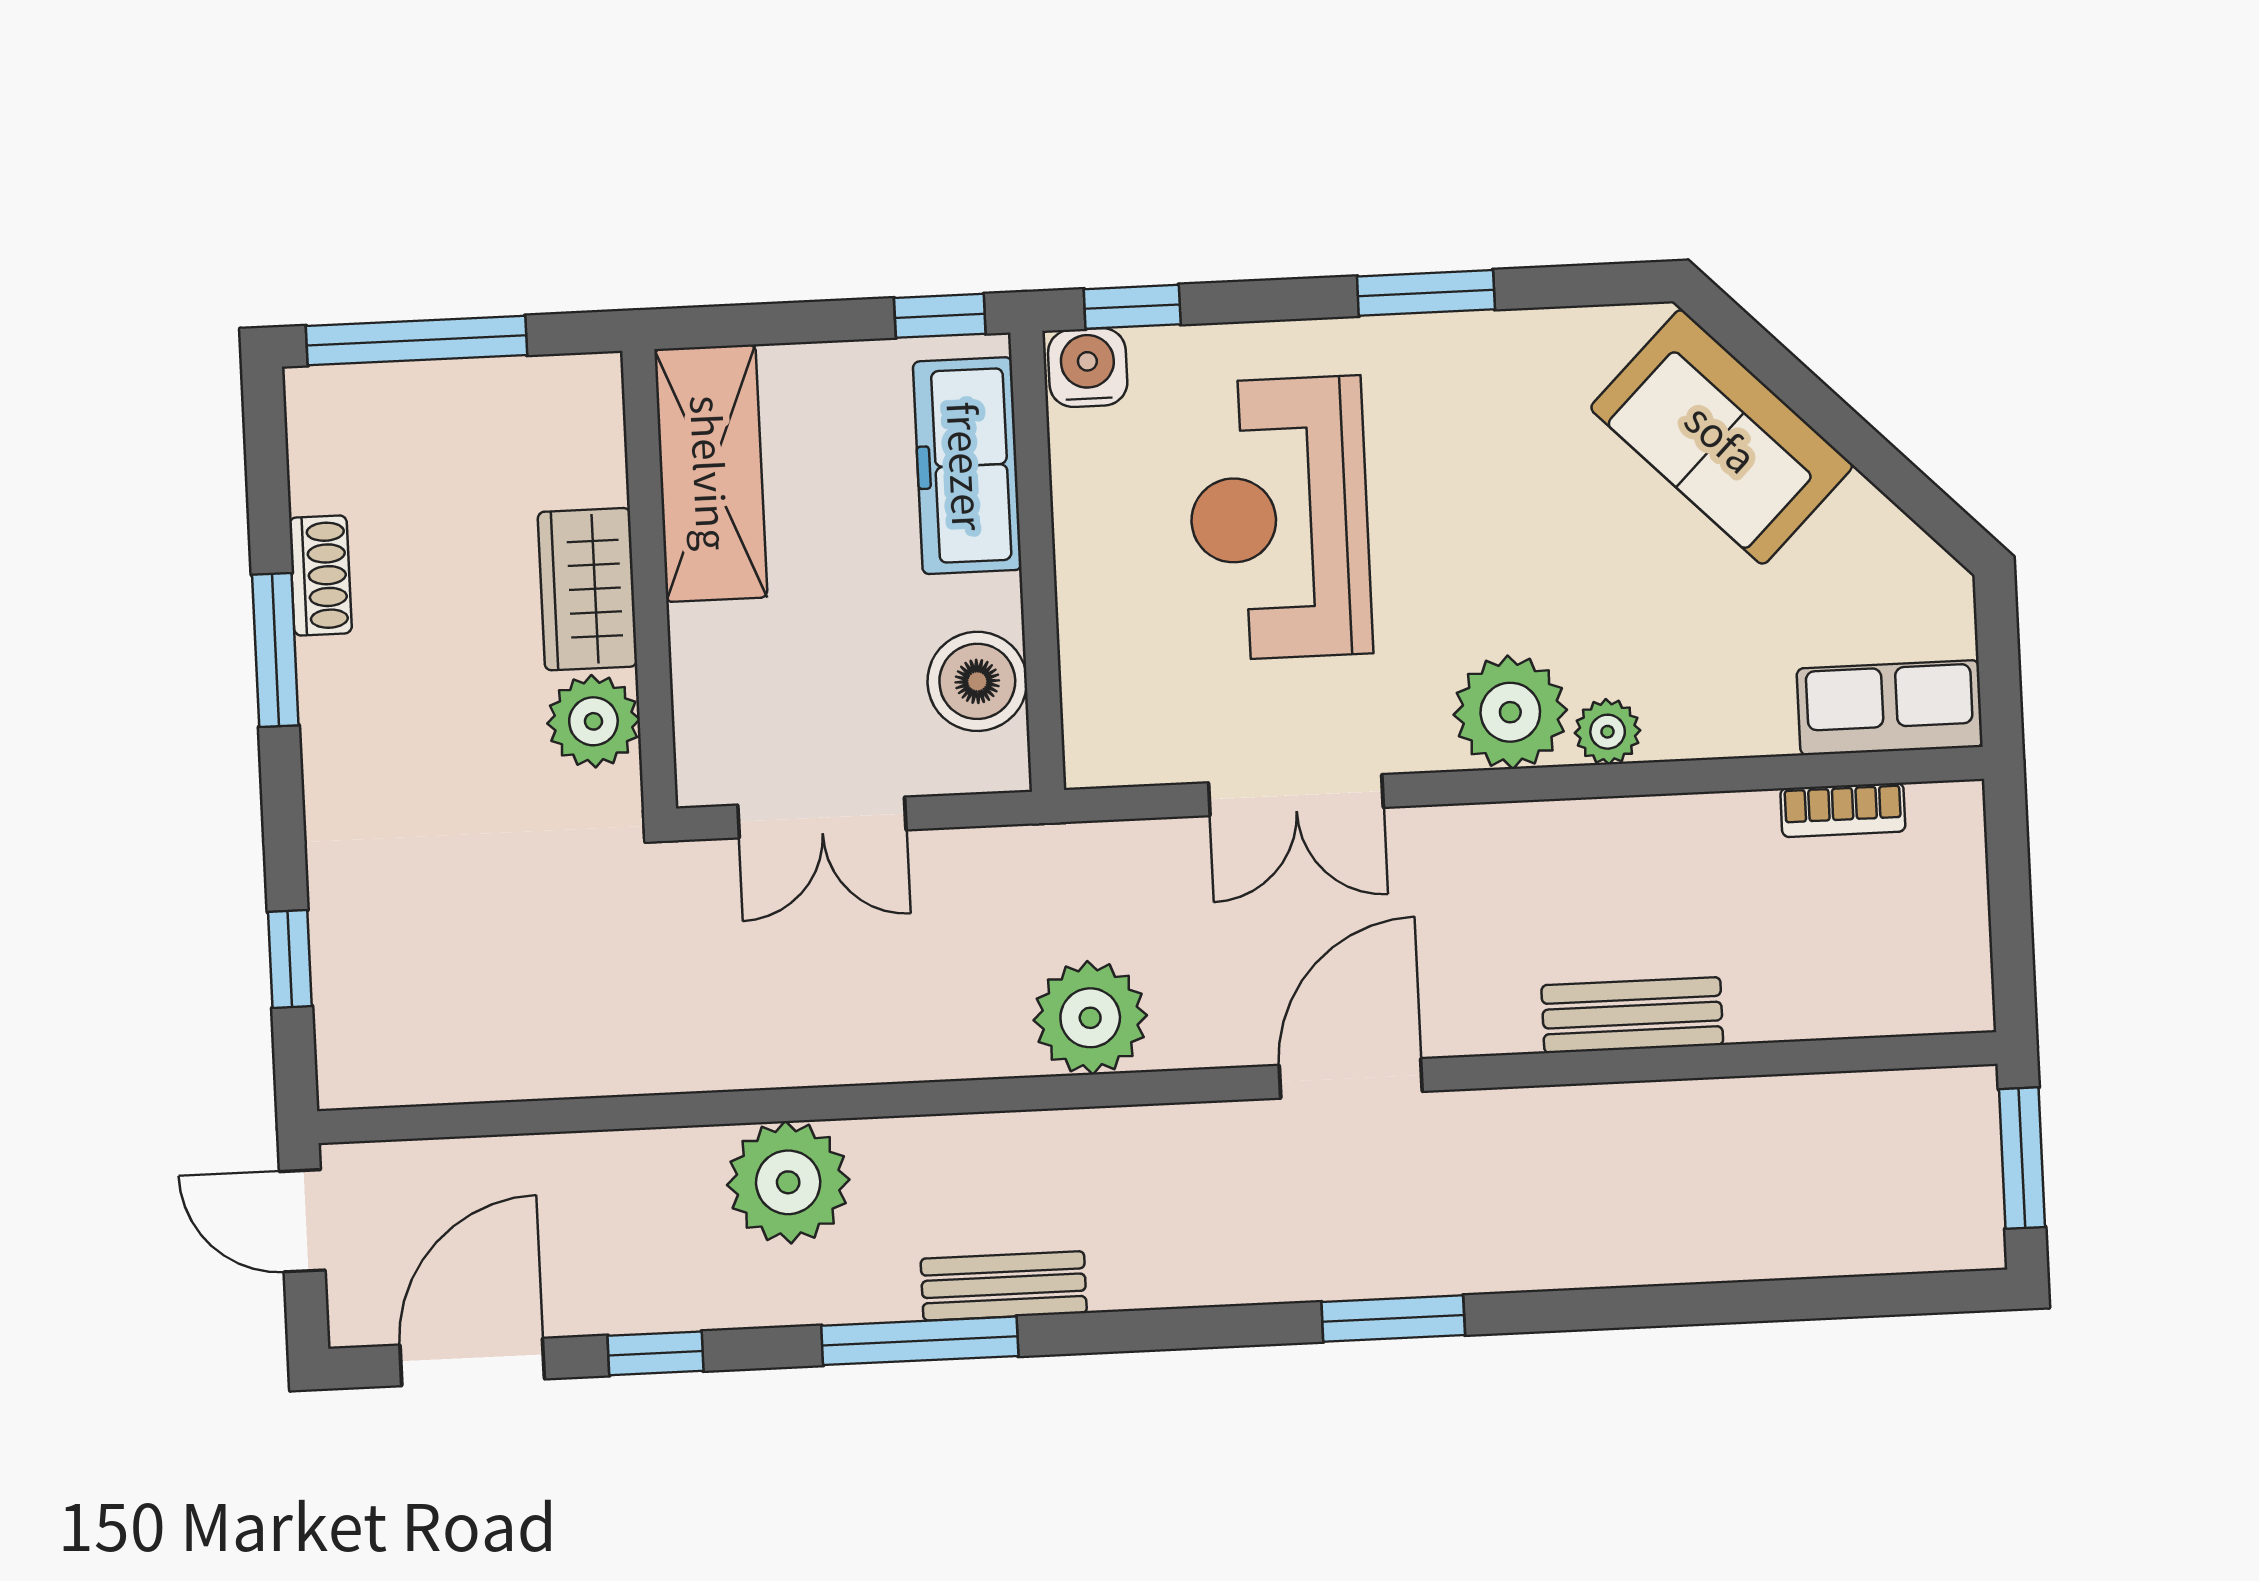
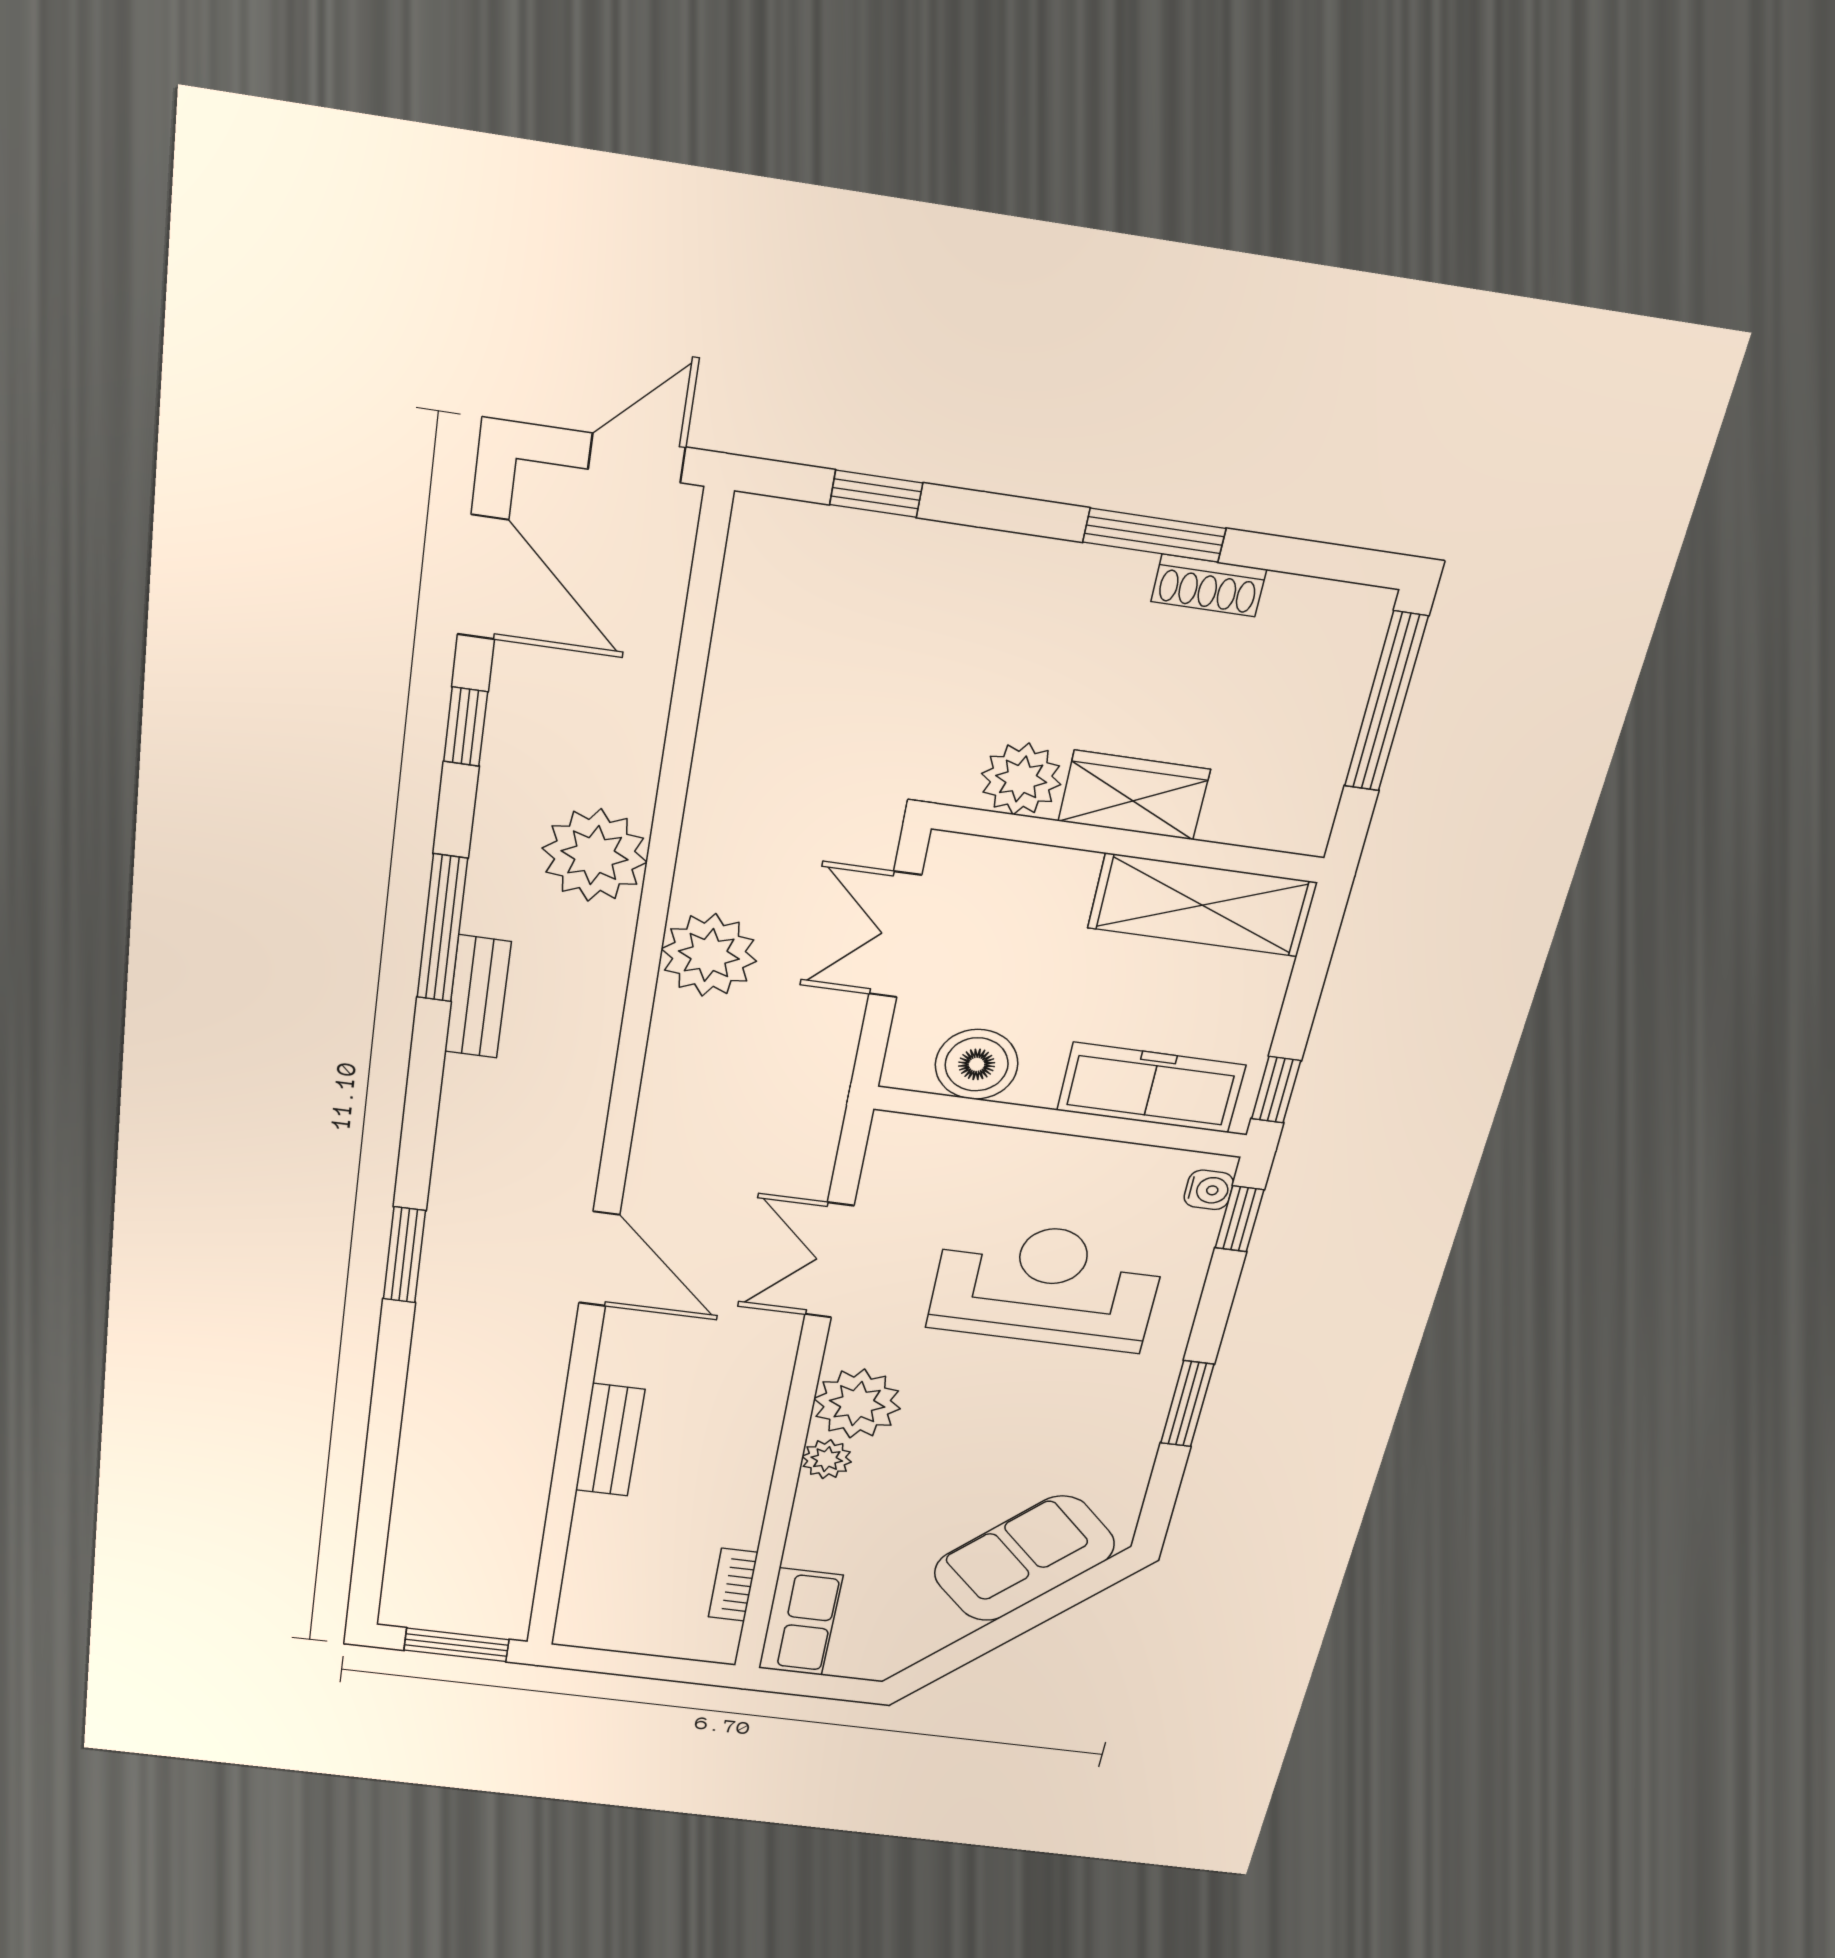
water cooler: (1088, 368) -> (1209, 1190), width x0.72, depth x0.72
plant: (1090, 1018) -> (709, 955), moved

